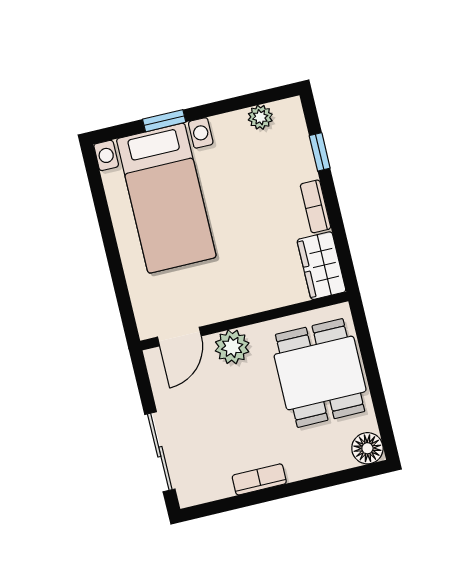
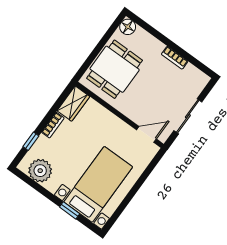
plant: (260, 117) -> (40, 171), width x1.88, depth x1.88
plant: (232, 347) -> (133, 111), removed
sliding door: (160, 452) -> (188, 116), moved

